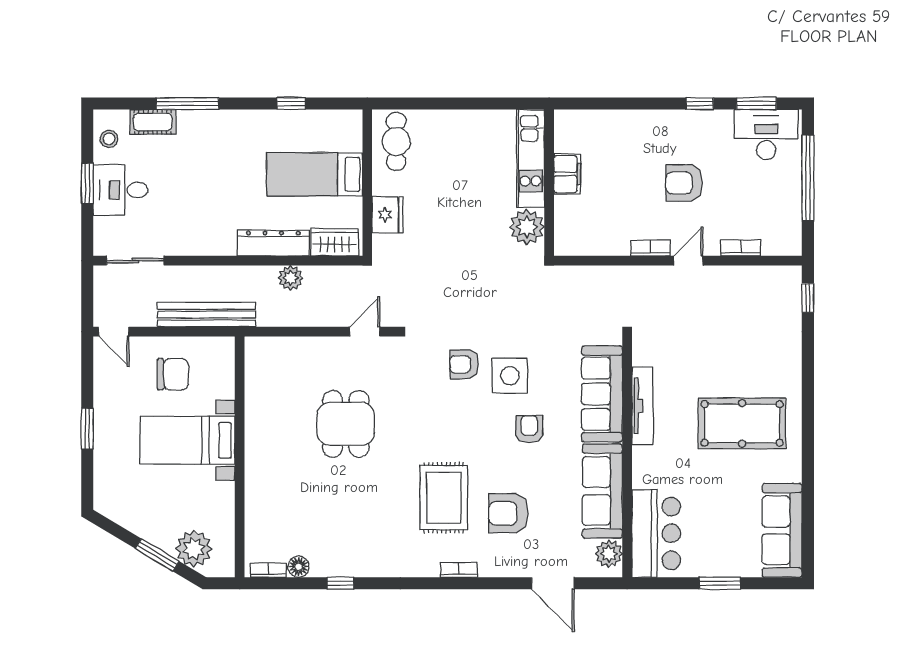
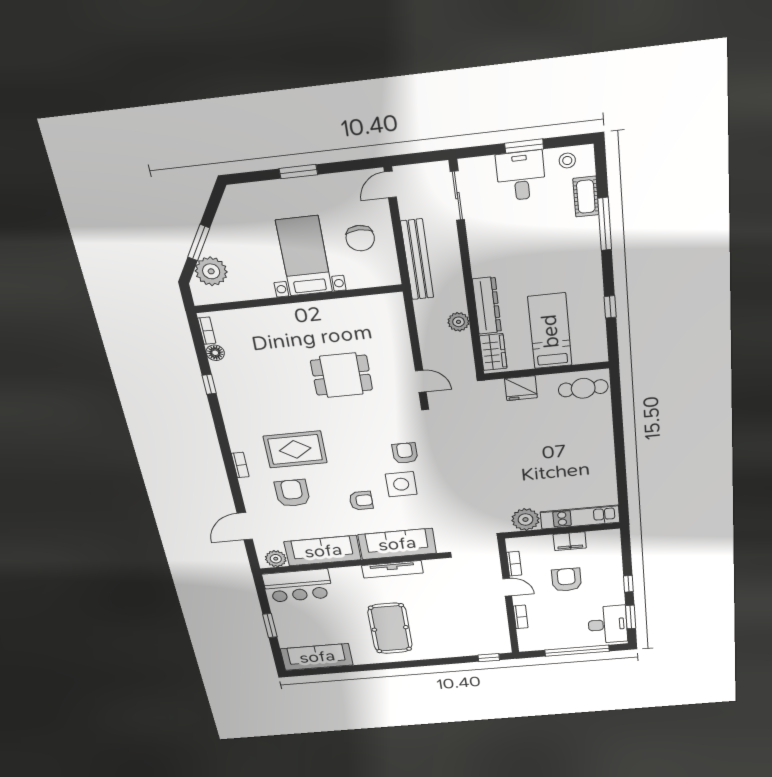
kitchen unit: (531, 159) -> (580, 517), moved
filing cabinet: (567, 174) -> (570, 541), moved
wall: (549, 183) -> (562, 530), moved
plant: (527, 227) -> (525, 520), moved

